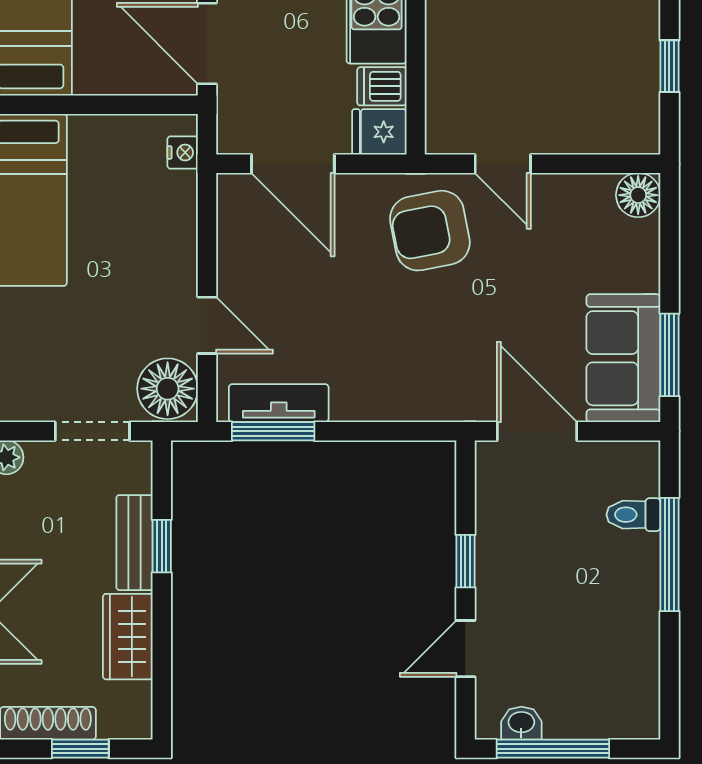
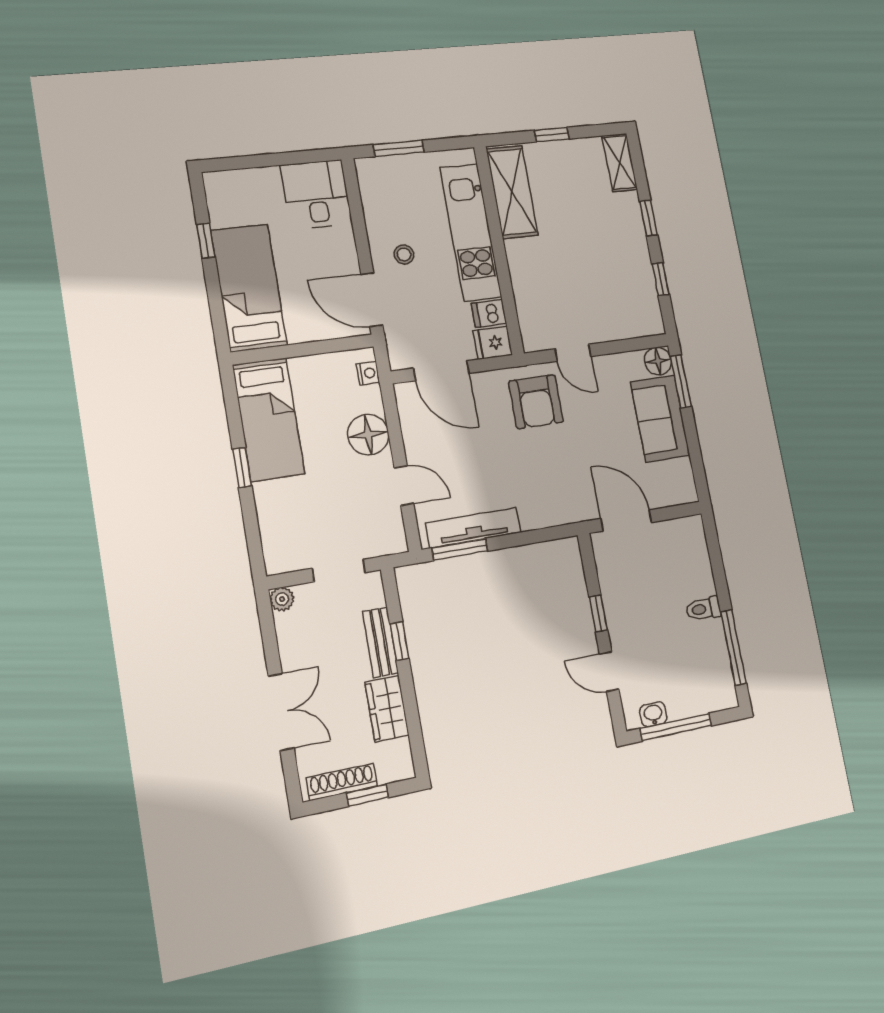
armchair: (430, 231) -> (536, 402), turned -79
window: (669, 355) -> (681, 381), moved
sofa: (623, 358) -> (660, 419), moved
floor lamp: (168, 389) -> (368, 435), moved
tv unit: (279, 403) -> (473, 528), width x1.41
toilet: (633, 515) -> (704, 609), moved
window: (669, 554) -> (733, 647), moved
door: (465, 649) -> (609, 672), hinge flipped

